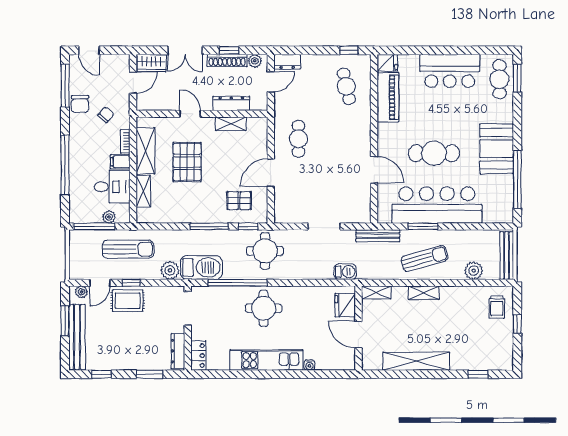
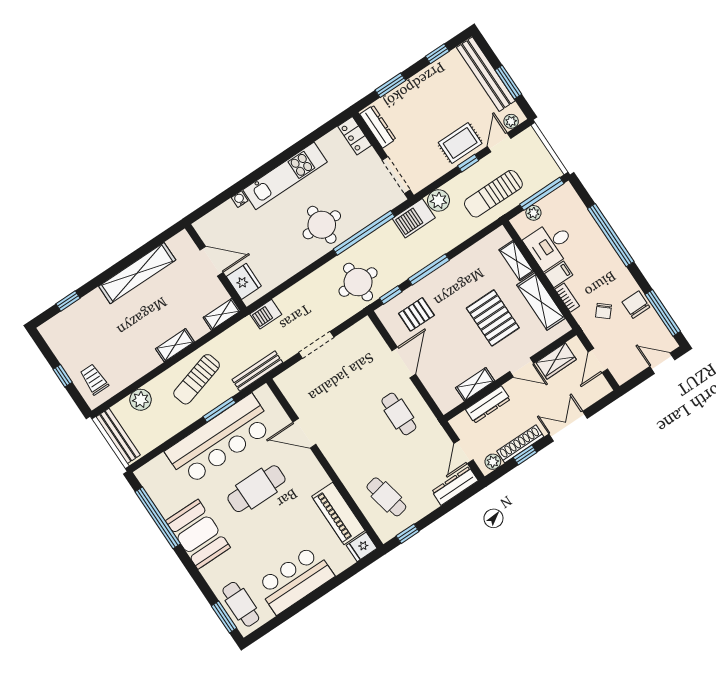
dresser: (287, 62) -> (455, 486), width x1.44
wardrobe: (151, 63) -> (556, 361), moved, turned 180
barbecue: (201, 267) -> (414, 218), width x0.73, depth x0.83

